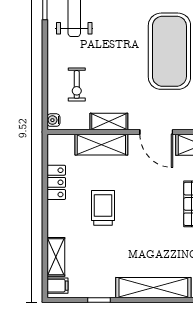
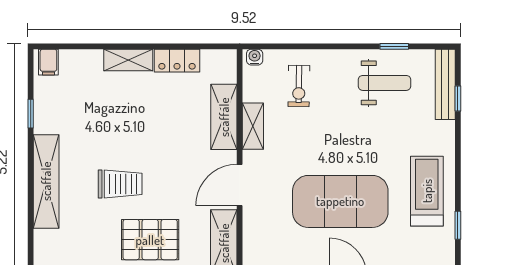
exercise bike: (77, 84) -> (299, 86), turned -89
trolley: (103, 208) -> (120, 184), moved
shelving: (56, 257) -> (128, 60), moved

